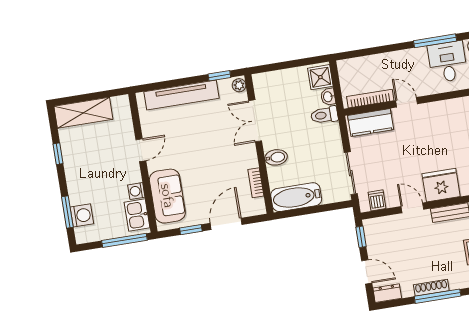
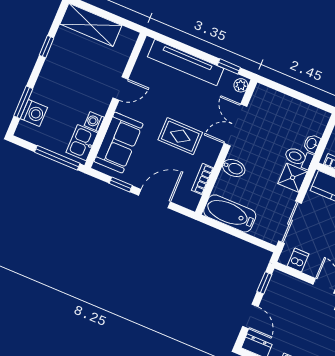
shower: (320, 77) -> (293, 178), moved
rug: (215, 159) -> (180, 136), added

